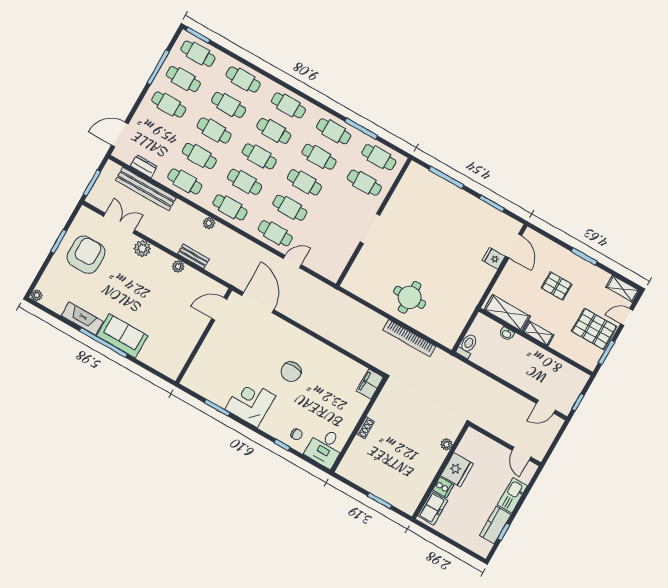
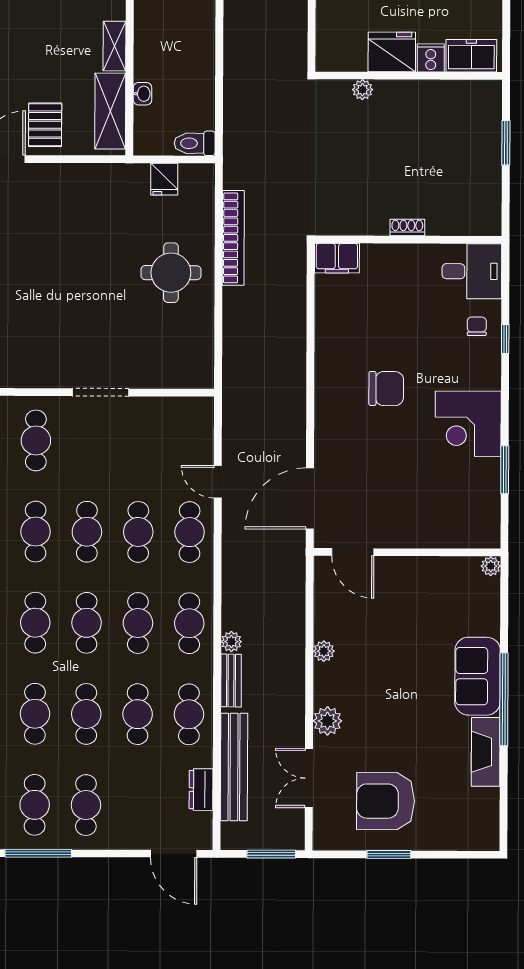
bench: (193, 256) -> (231, 680), moved
fridge: (494, 258) -> (164, 179), moved
pallet: (557, 286) -> (45, 125), moved
plant: (37, 295) -> (491, 566), moved

